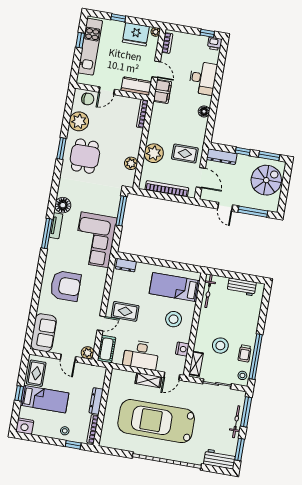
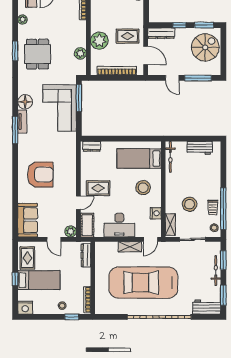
plant: (79, 121) -> (23, 19), width x0.53, depth x0.53
corner sofa: (95, 240) -> (60, 108), moved
dresser: (96, 401) -> (86, 255), moved
window: (246, 412) -> (223, 260), width x0.69

